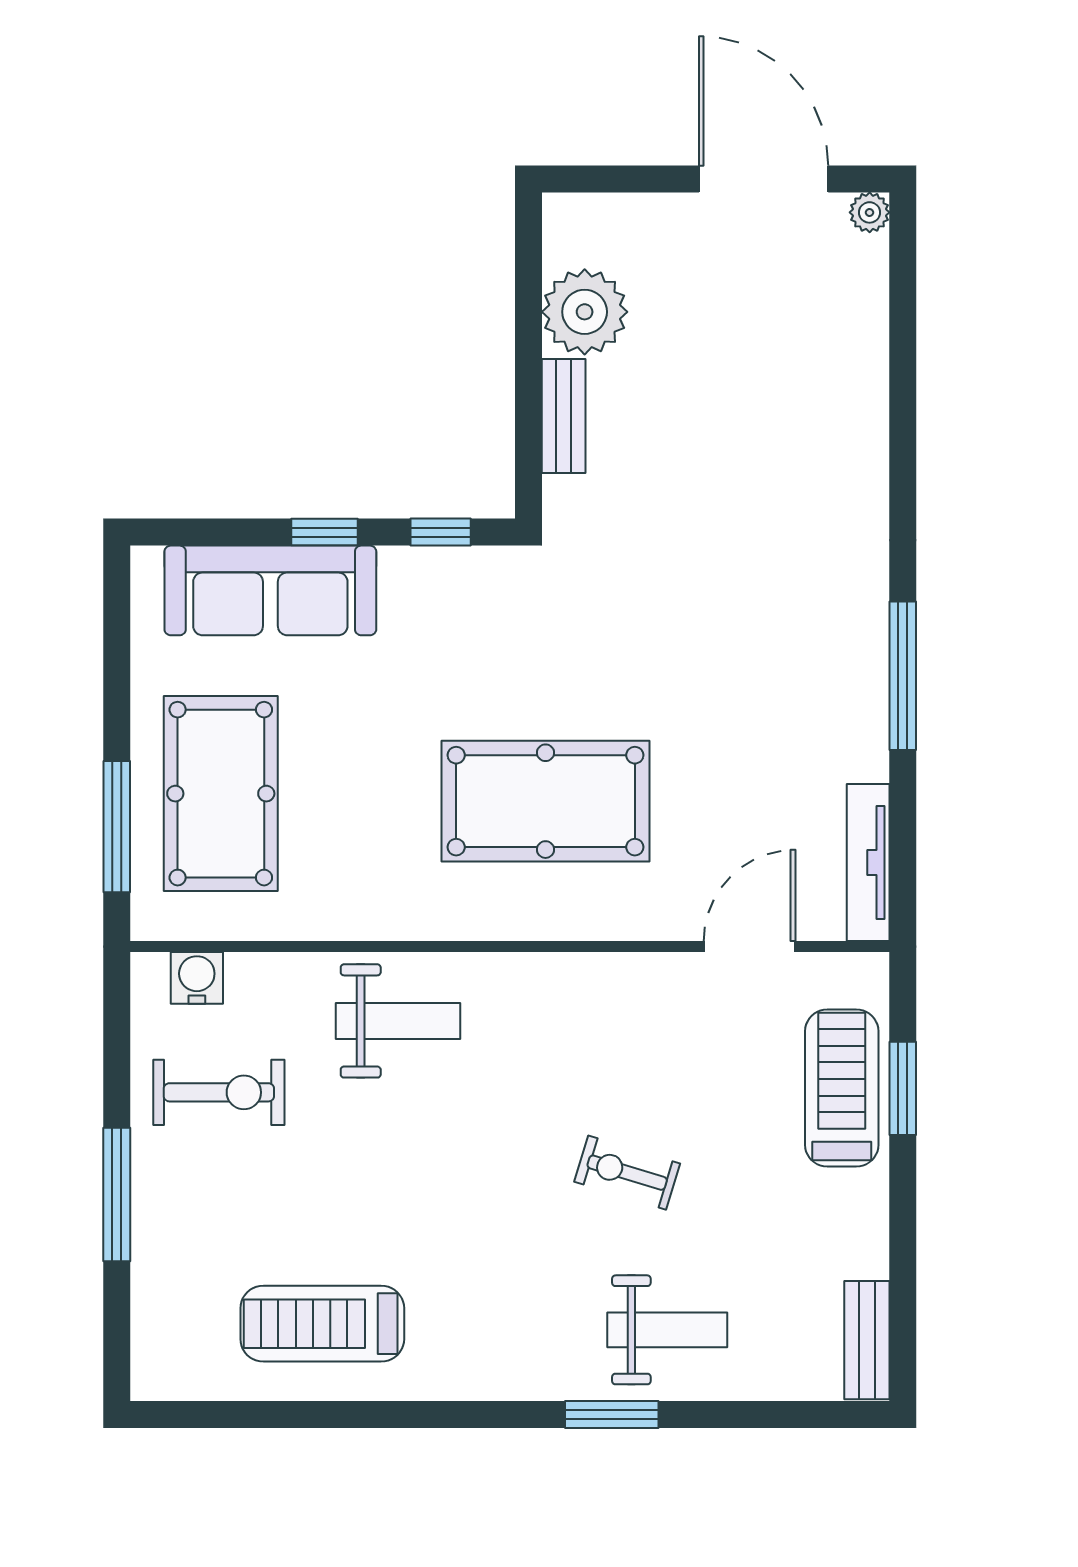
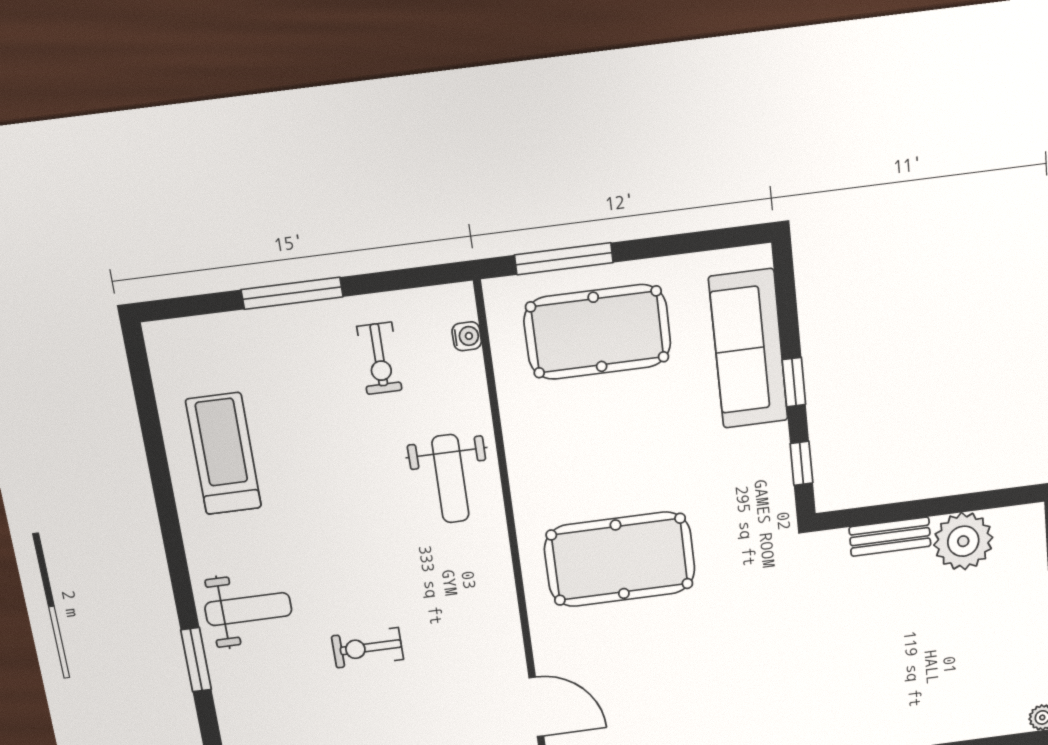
pool table: (545, 801) -> (620, 559), turned 90
water cooler: (197, 978) -> (467, 336), width x0.72, depth x0.72
exercise bike: (219, 1092) -> (379, 358), width x0.73, depth x0.72
exercise bike: (627, 1173) -> (367, 648), turned -107
weight bench: (667, 1330) -> (248, 609), moved, turned -90

